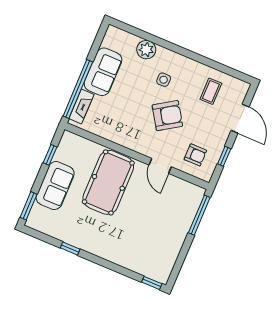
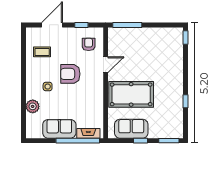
armchair: (167, 116) -> (70, 74), turned -57
window: (50, 155) -> (140, 141), moved
sofa: (55, 186) -> (131, 129), moved

